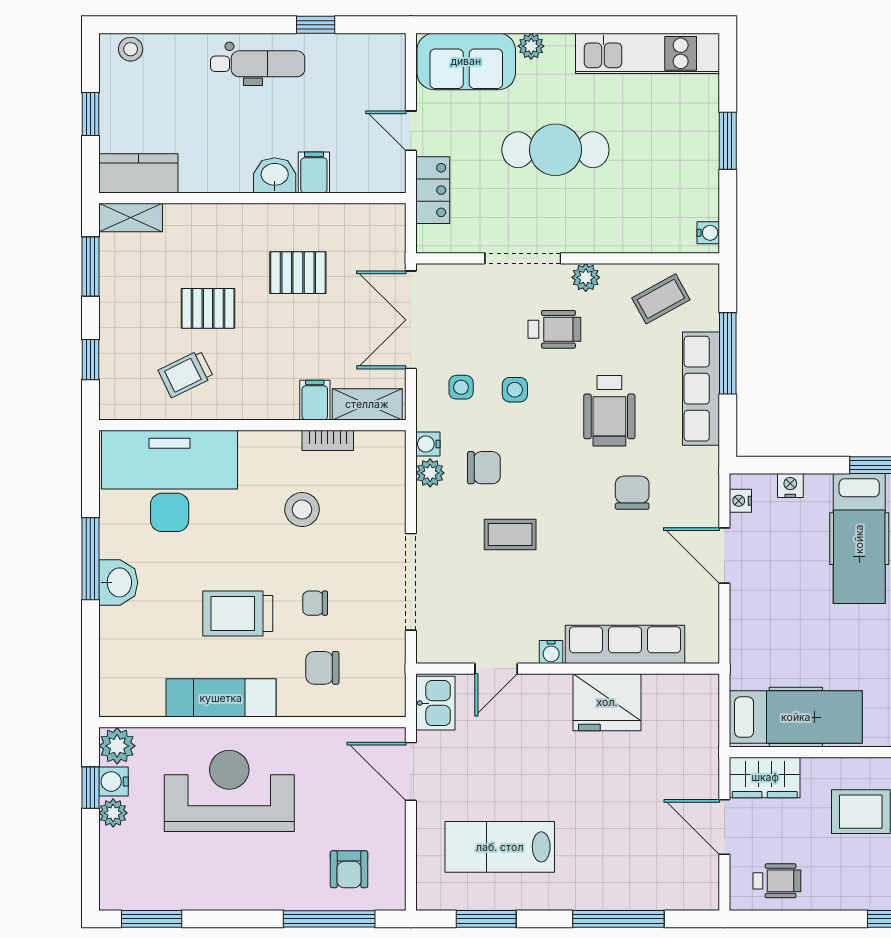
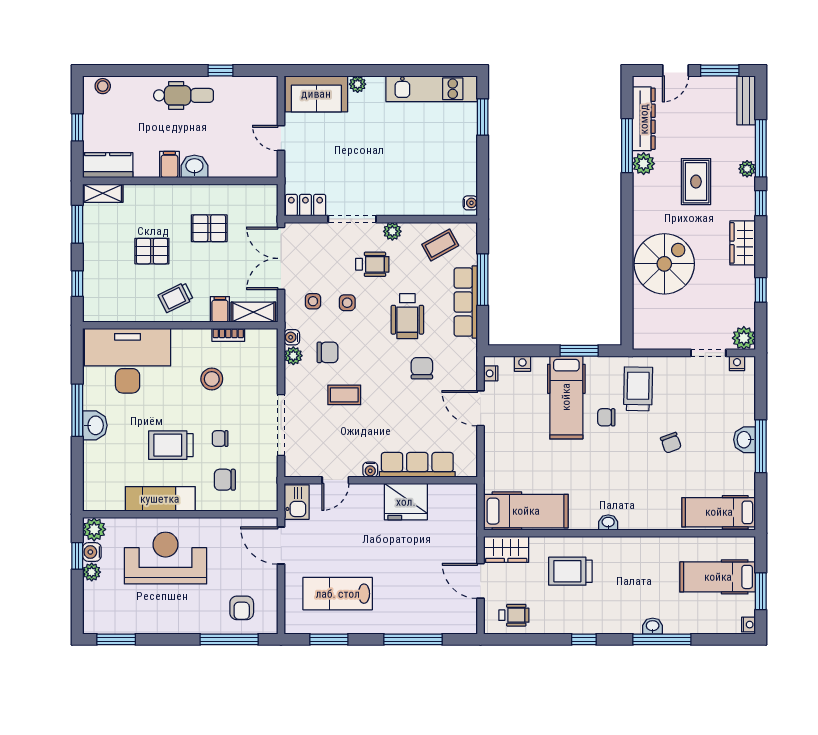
window: (728, 141) -> (483, 117), moved
cafe table: (555, 150) -> (373, 150), removed
filing cabinet: (314, 172) -> (169, 165), moved
locker: (433, 190) -> (305, 205), moved, turned -90
trolley: (186, 374) -> (176, 297), moved

